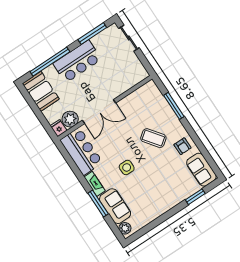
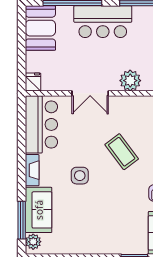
double door: (99, 112) -> (90, 93), width x0.73
plant: (70, 119) -> (130, 81), moved
coffee table: (153, 138) -> (122, 152), moved
window: (98, 204) -> (22, 220), moved

